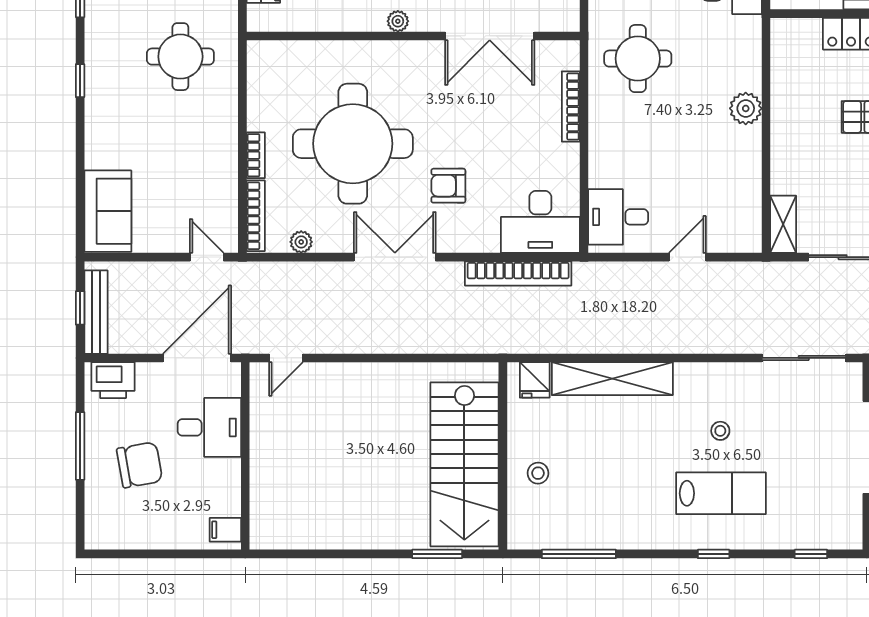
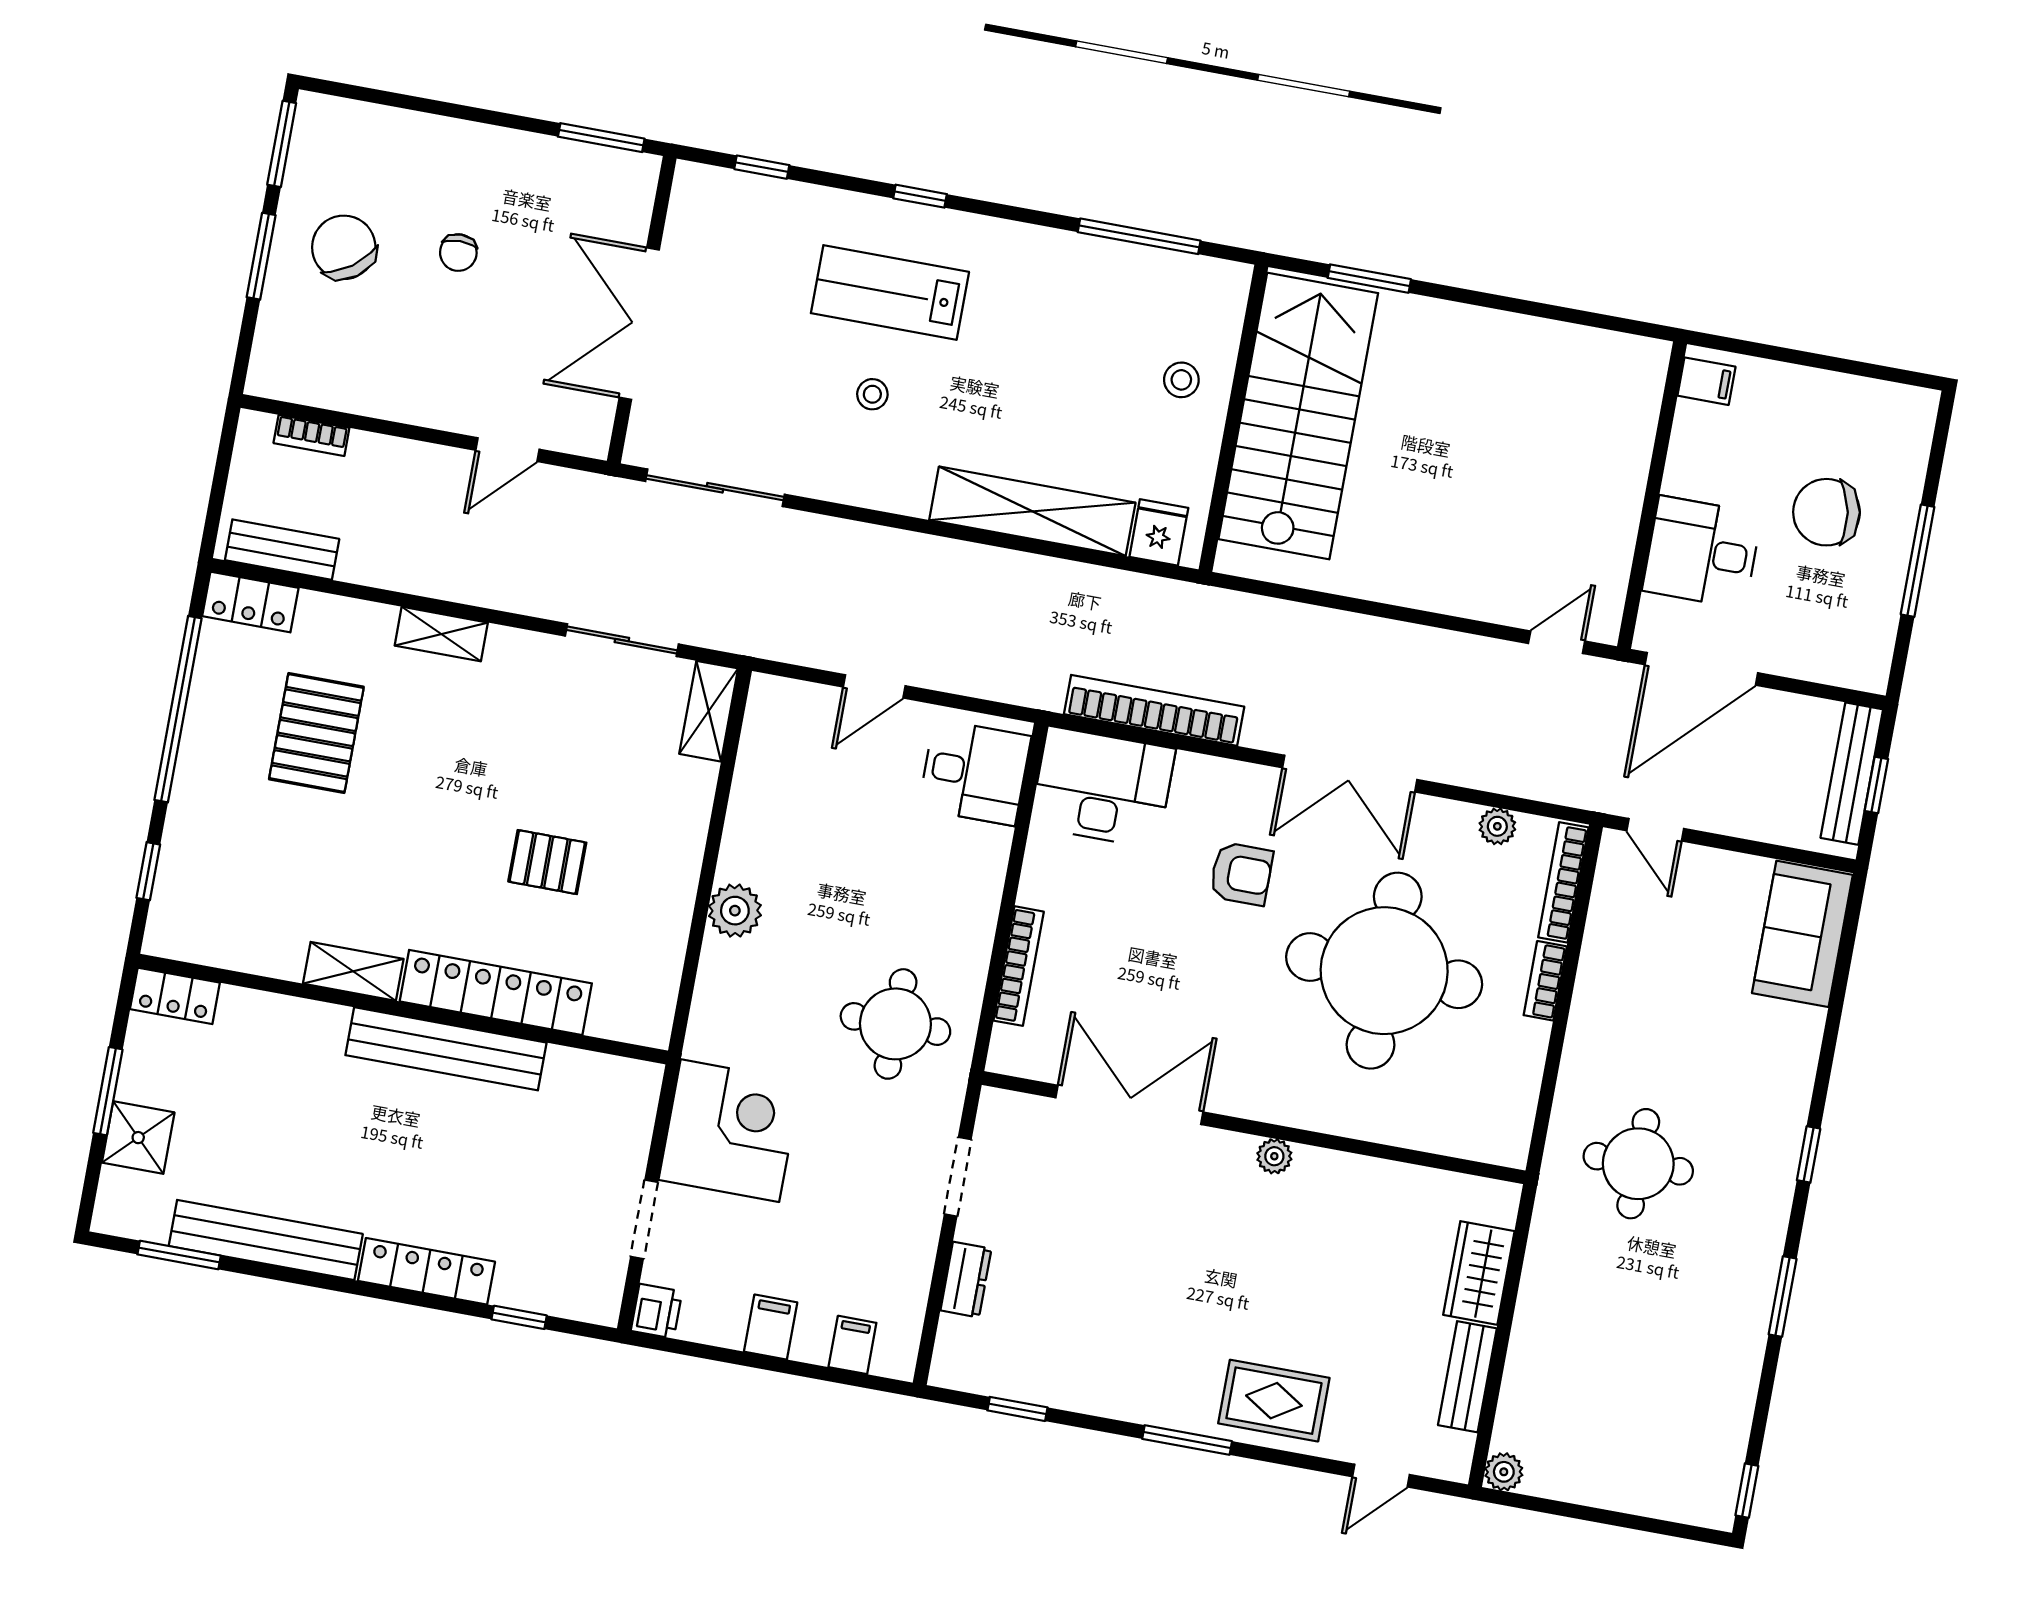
printer: (113, 380) -> (1844, 658), removed

